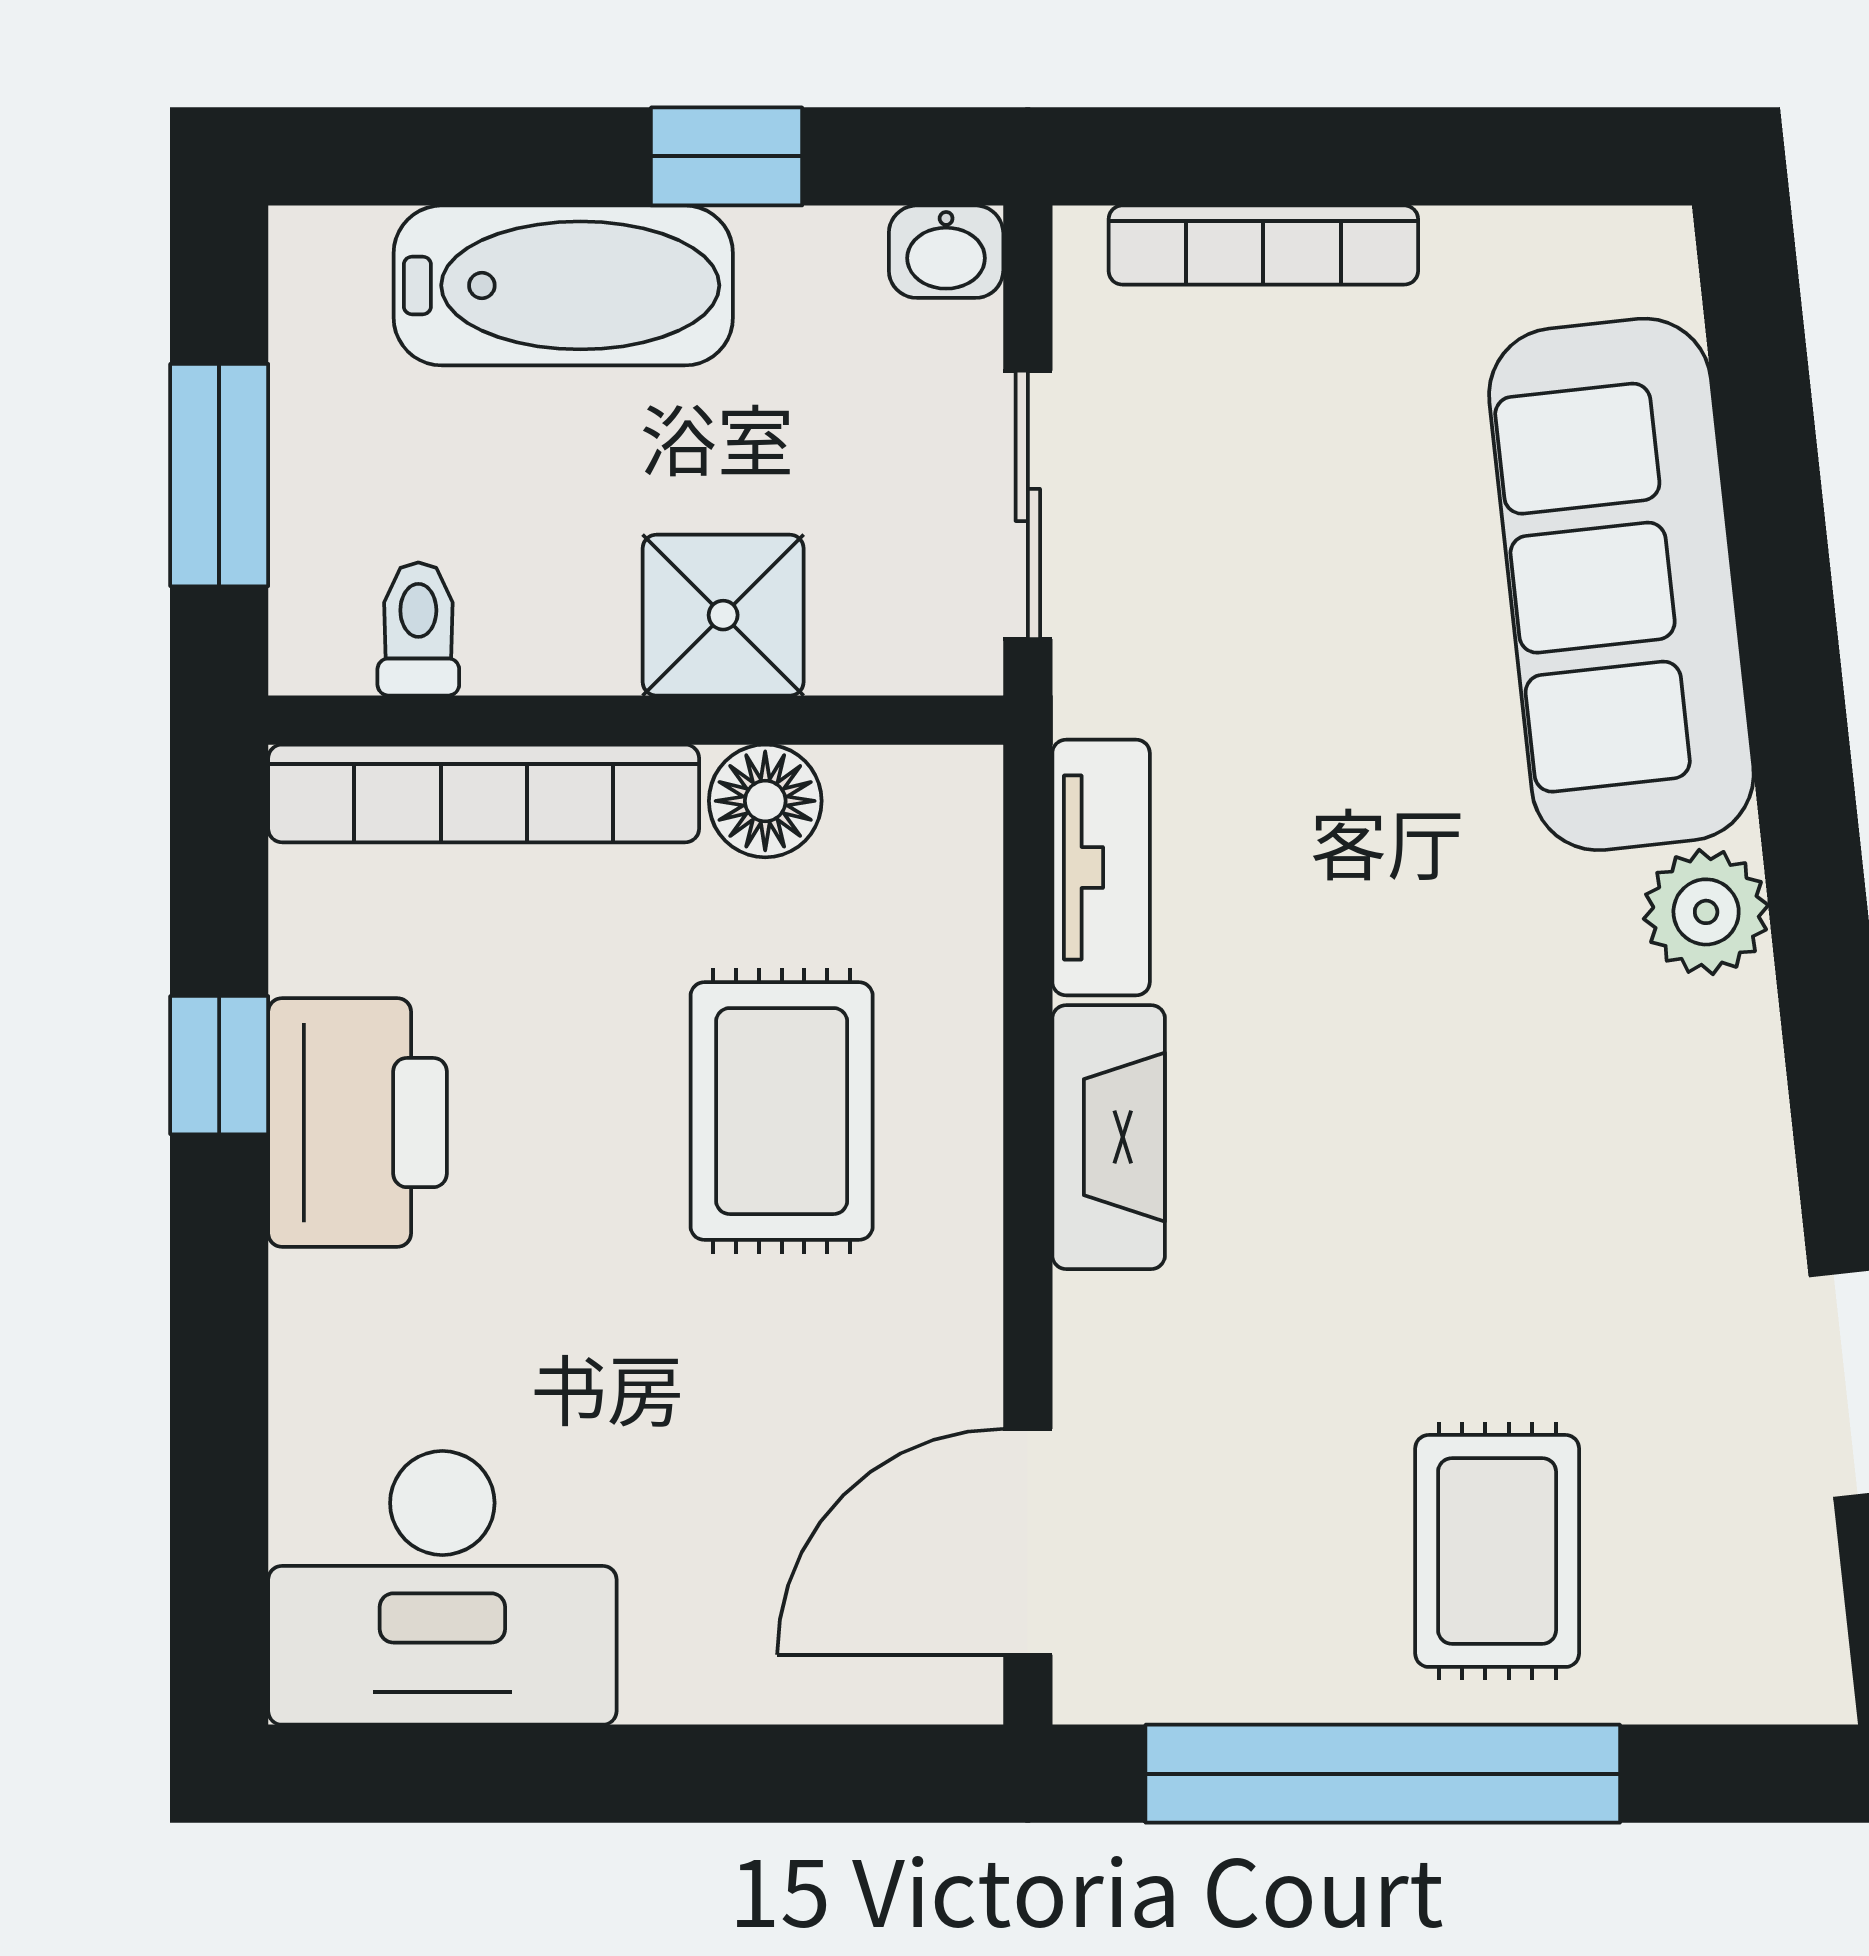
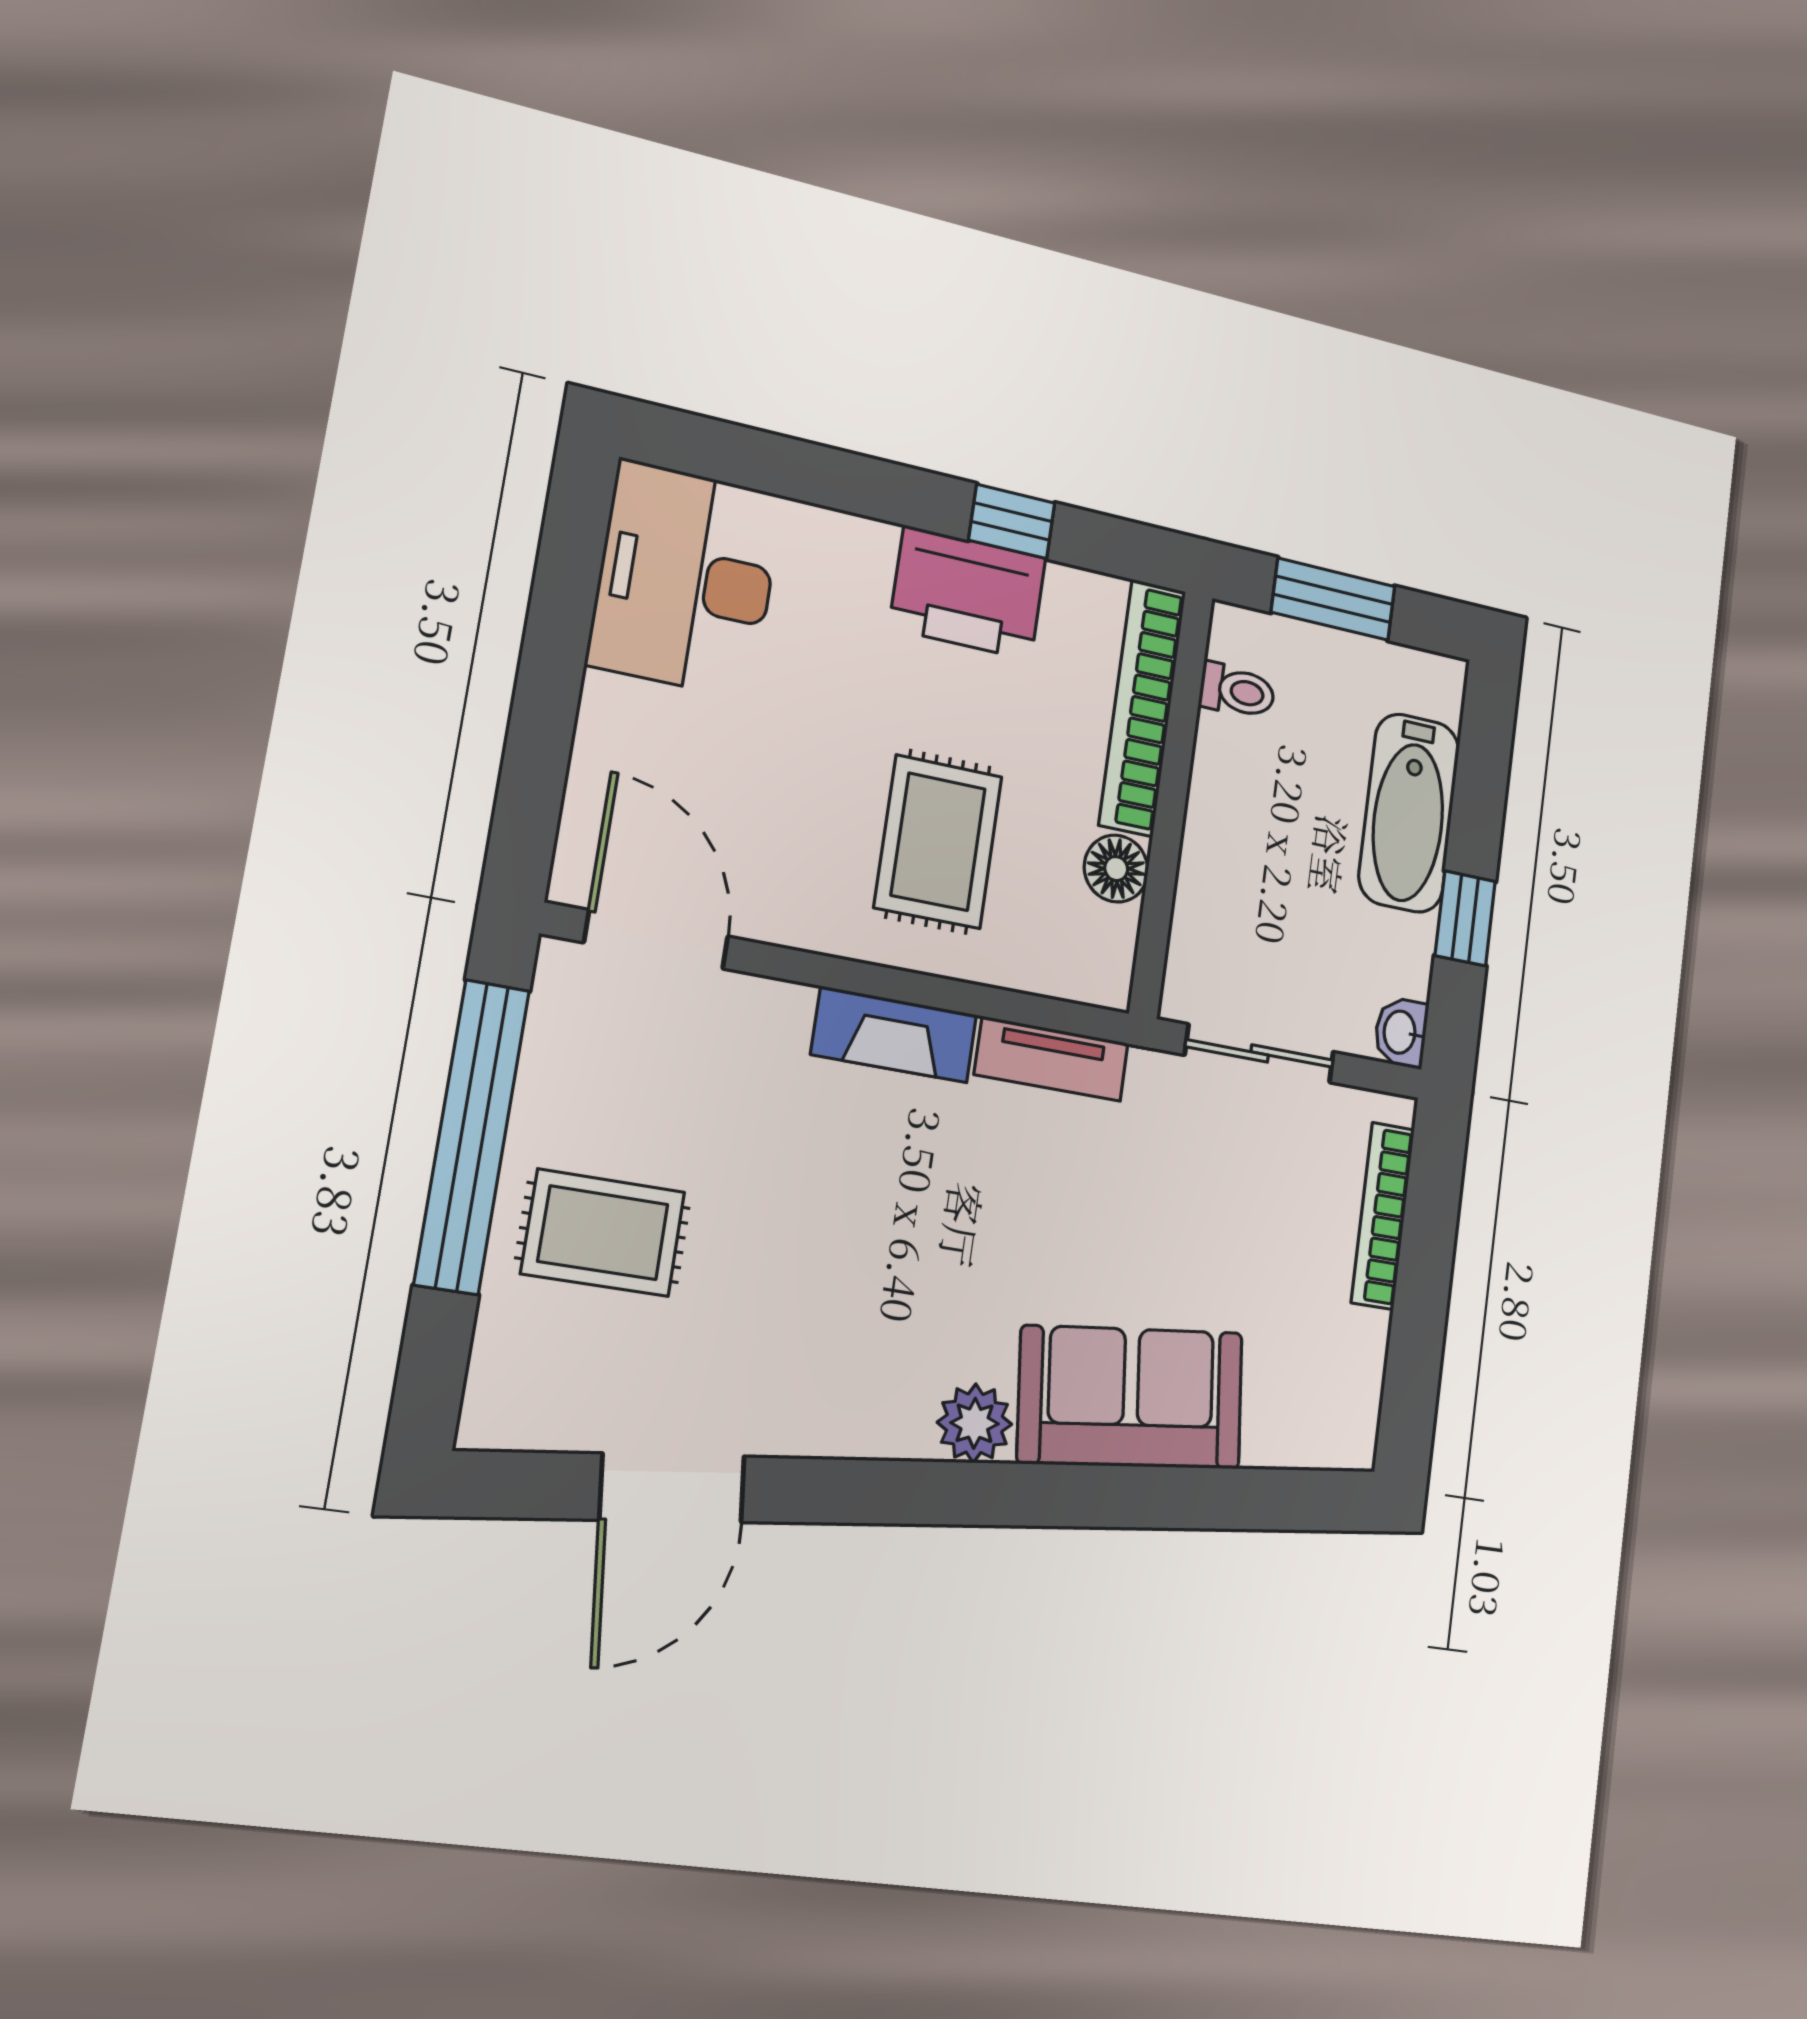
sofa: (1621, 584) -> (1131, 1397), width x0.73
shower: (723, 615) -> (1222, 866), removed
rug: (782, 1111) -> (938, 842), turned 90

